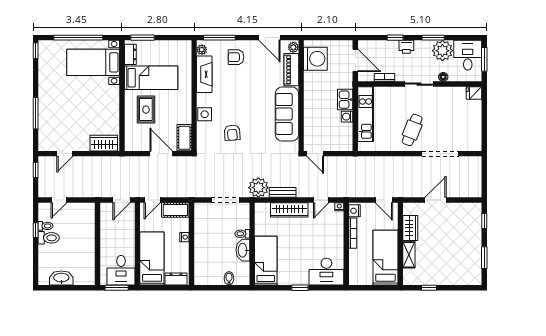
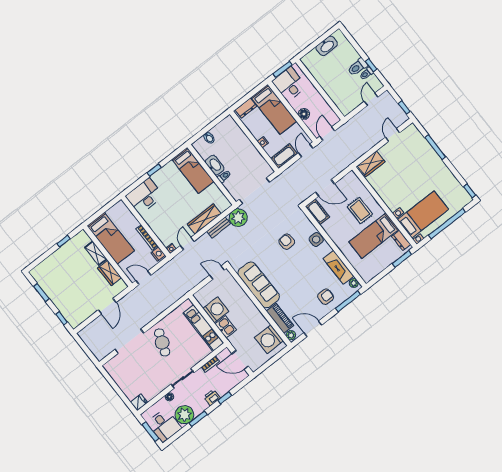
washing machine: (347, 117) -> (216, 310), width x1.89, depth x1.89
doorway: (225, 200) -> (254, 191), width x1.36
floor lamp: (129, 234) -> (304, 114), added

